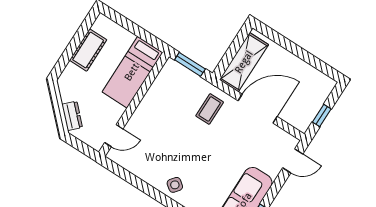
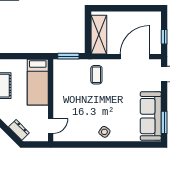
door: (258, 109) -> (135, 57), moved

